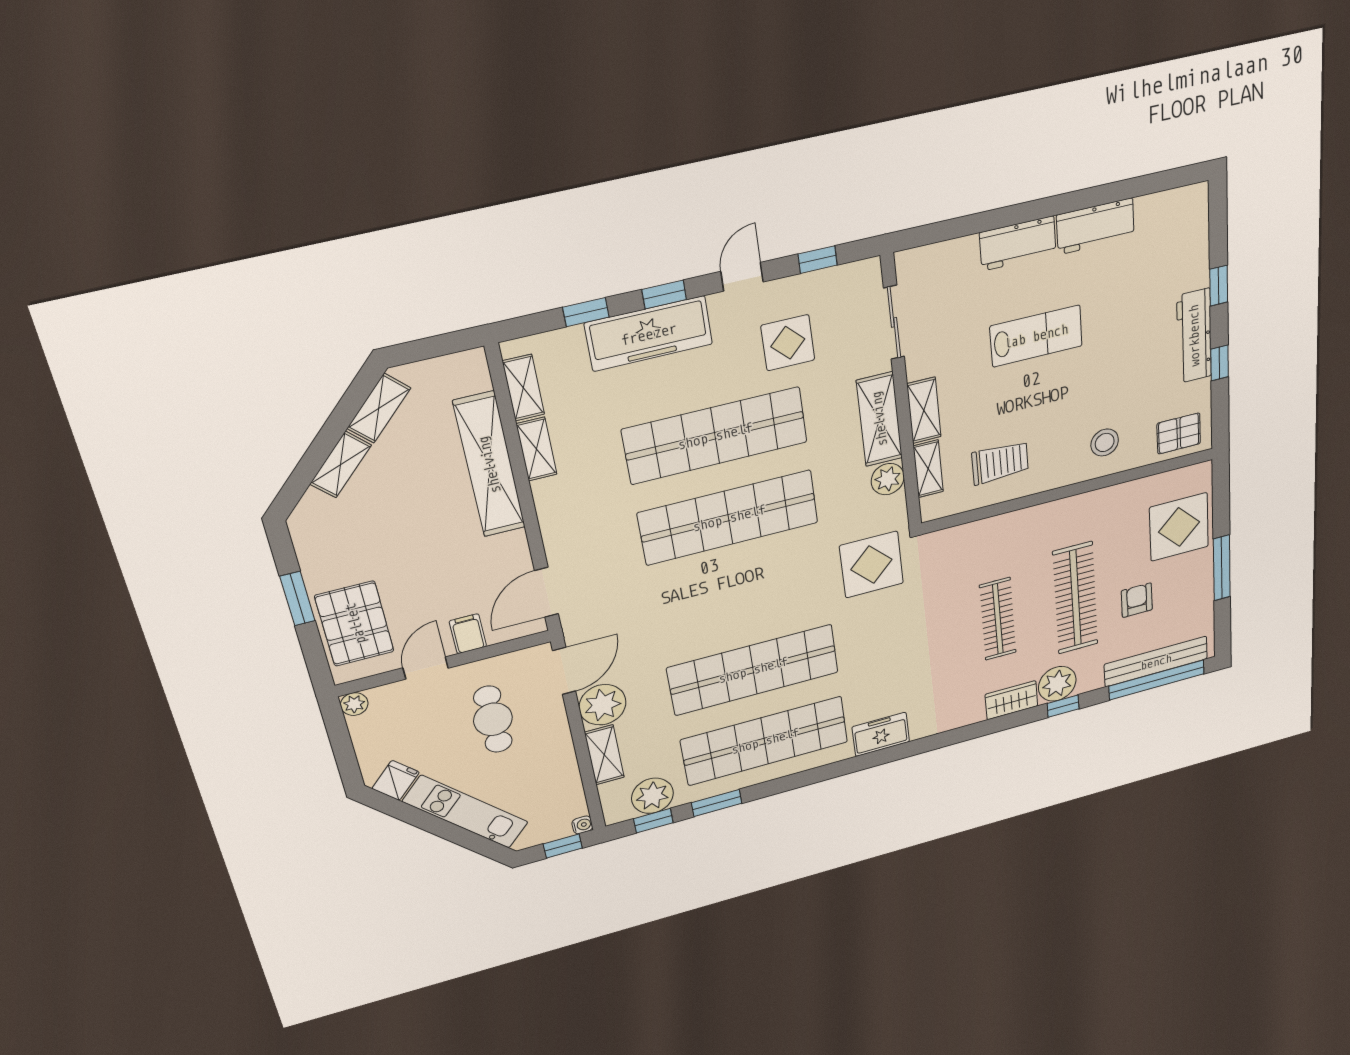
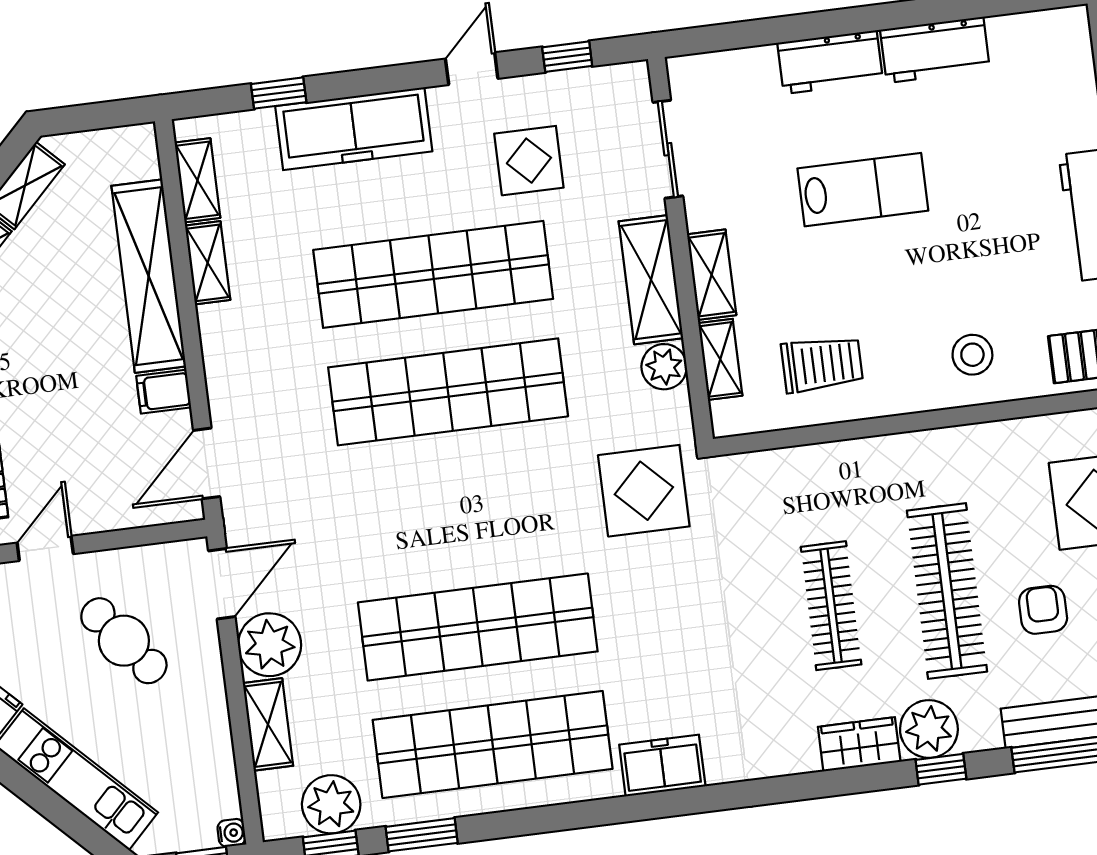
window: (664, 294) -> (375, 81), removed
filing cabinet: (468, 634) -> (164, 392), moved, turned -90
cafe table: (493, 719) -> (124, 641), turned -38

